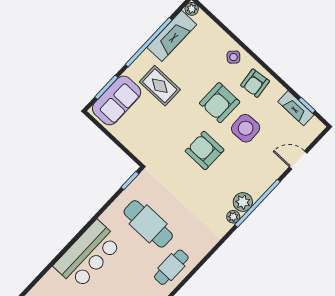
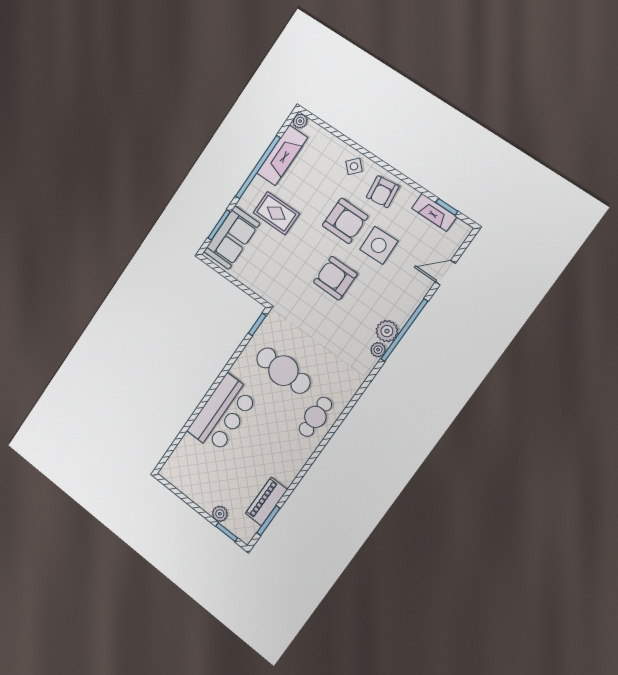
armchair: (220, 103) -> (345, 221), turned -90

